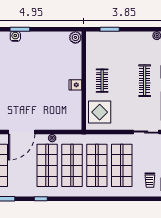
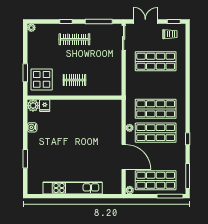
water cooler: (15, 36) -> (32, 127), moved
fridge: (75, 85) -> (45, 106), moved
display table: (100, 112) -> (42, 79), moved
shop shelf: (97, 165) -> (156, 85), removed

